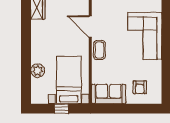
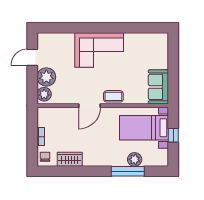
window: (26, 64) -> (128, 171), added
armchair: (140, 87) -> (152, 55), removed

